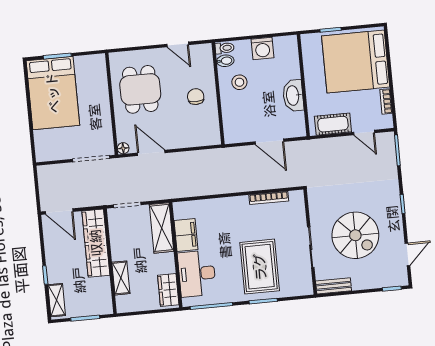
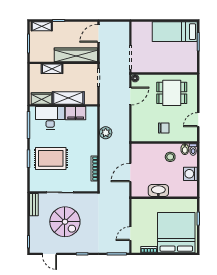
bed: (53, 93) -> (175, 32), width x0.67
cot: (333, 124) -> (138, 214), removed
plant: (212, 186) -> (106, 133), added
shelving: (162, 228) -> (68, 98), moved
spiral stairs: (355, 235) -> (65, 222), turned -90

